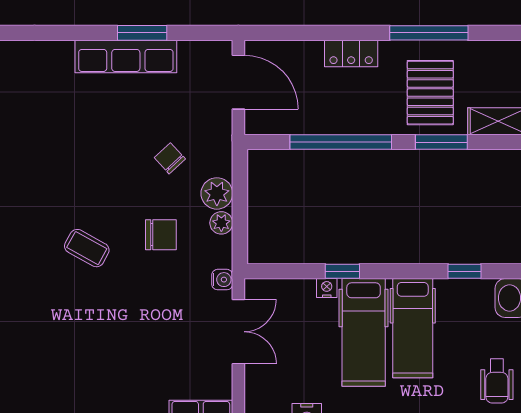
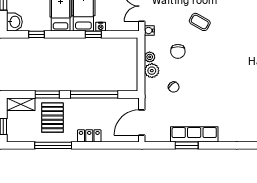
door: (238, 82) -> (142, 122), hinge flipped
chair: (161, 235) -> (178, 51), turned -90
coffee table: (87, 248) -> (200, 22), moved

